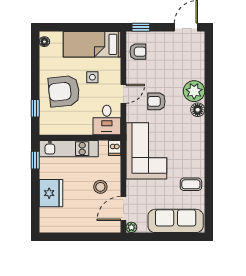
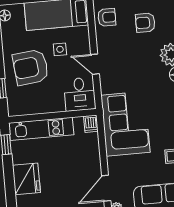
door: (123, 94) -> (95, 64), swing flipped
armchair: (156, 101) -> (145, 23), moved
stool: (100, 187) -> (79, 167), removed

